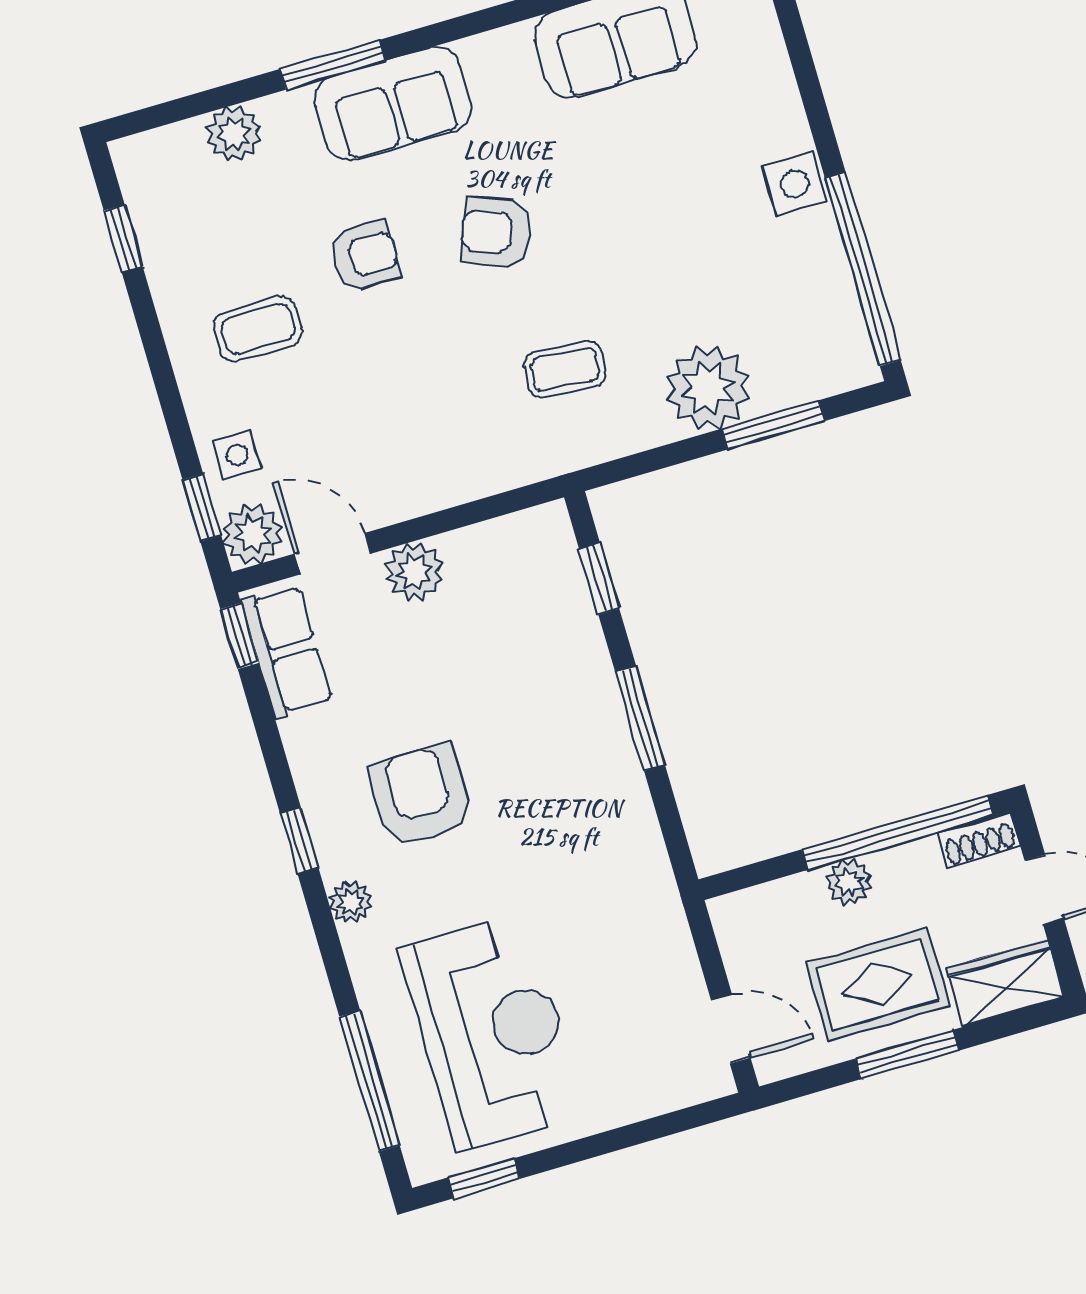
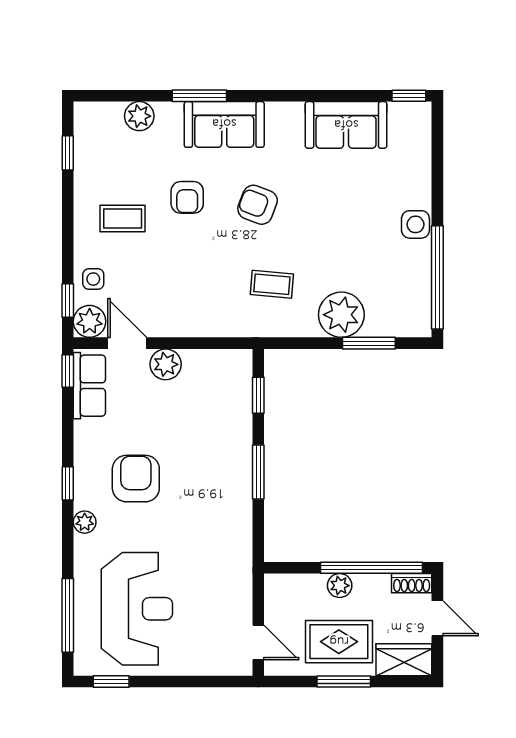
armchair: (364, 256) -> (187, 197), turned 90

